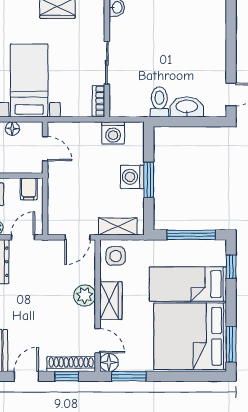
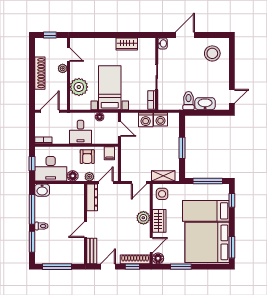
stool: (199, 24) -> (212, 53), added
washing machine: (132, 177) -> (146, 120), moved, turned -90
door: (98, 341) -> (151, 245), hinge flipped
window: (129, 376) -> (181, 267), moved

